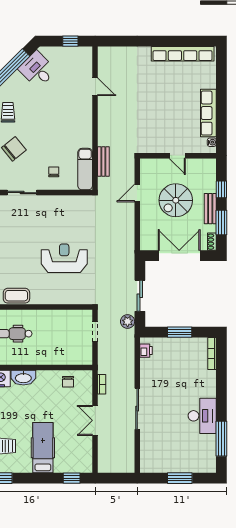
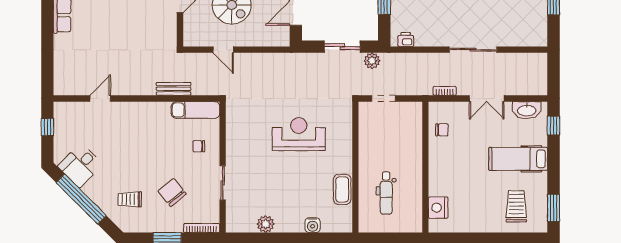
bench: (103, 162) -> (174, 89), moved
reception desk: (64, 258) -> (299, 134), turned 90
washbasin: (23, 378) -> (527, 110), moved, turned 90

